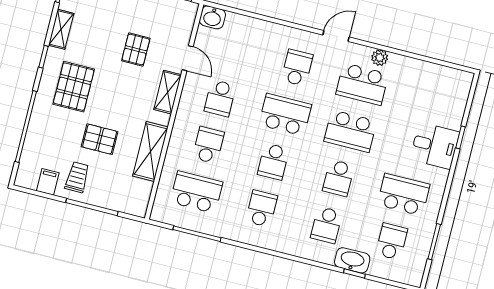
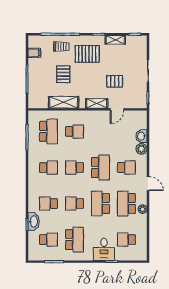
washbasin: (212, 17) -> (141, 136), moved
plant: (270, 32) -> (141, 149), added
school desk: (220, 98) -> (126, 240), moved
trolley: (77, 177) -> (61, 47), moved

